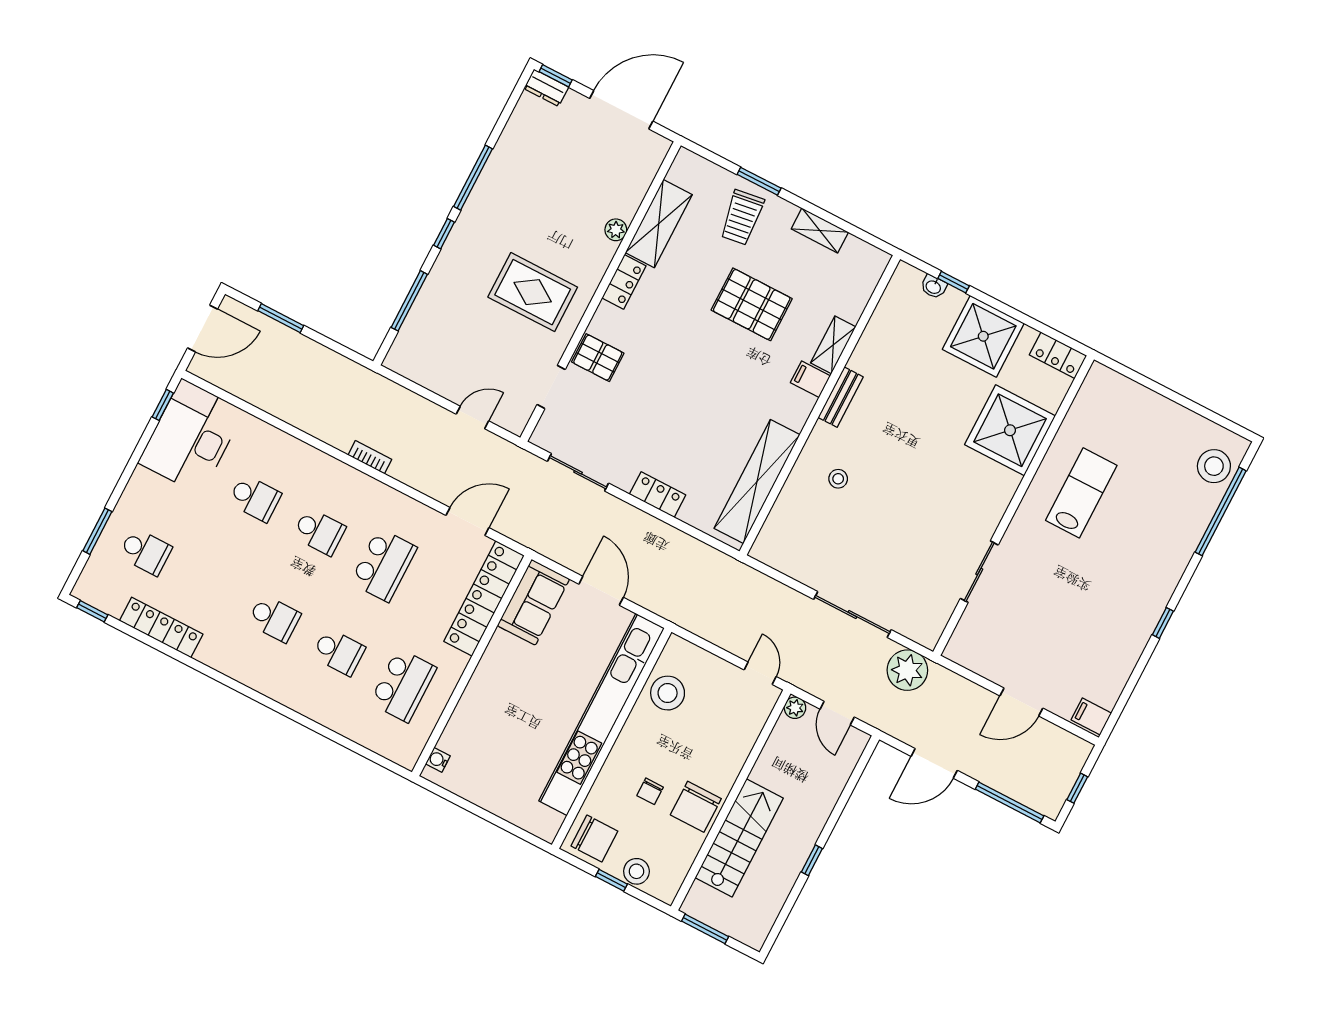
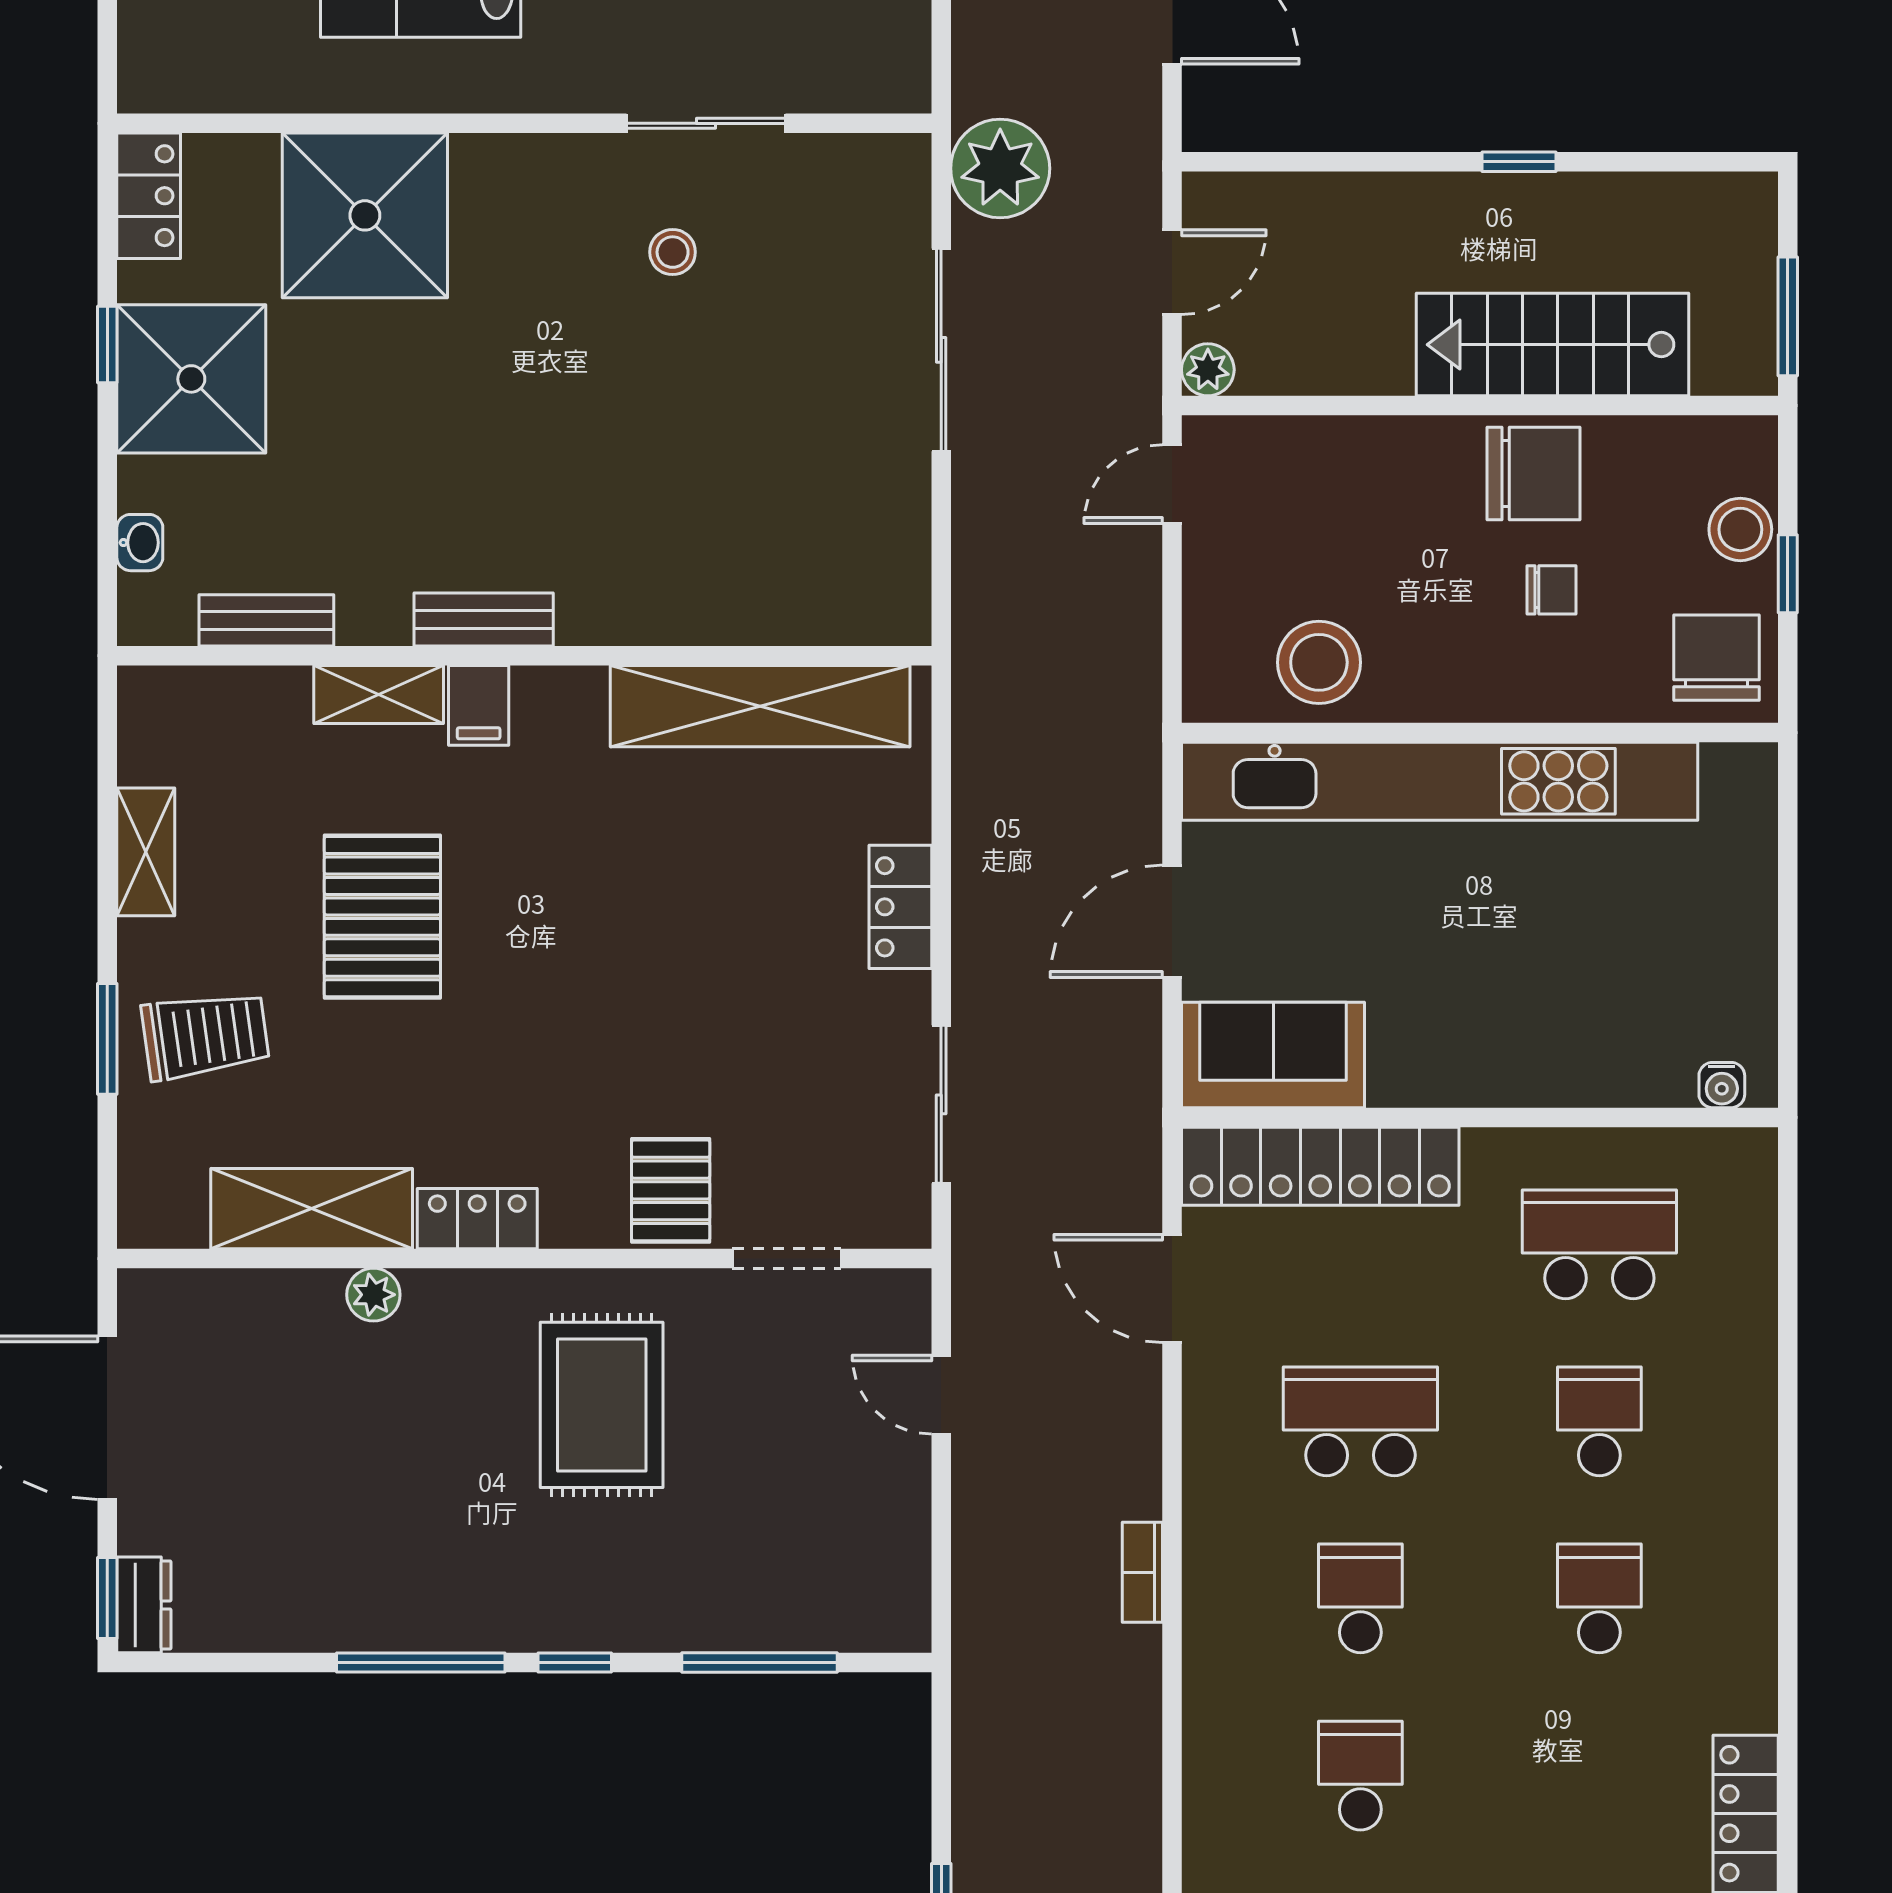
window: (954, 282) -> (107, 345), moved
bench: (881, 318) -> (266, 620), added
stool: (838, 479) -> (673, 252), moved

